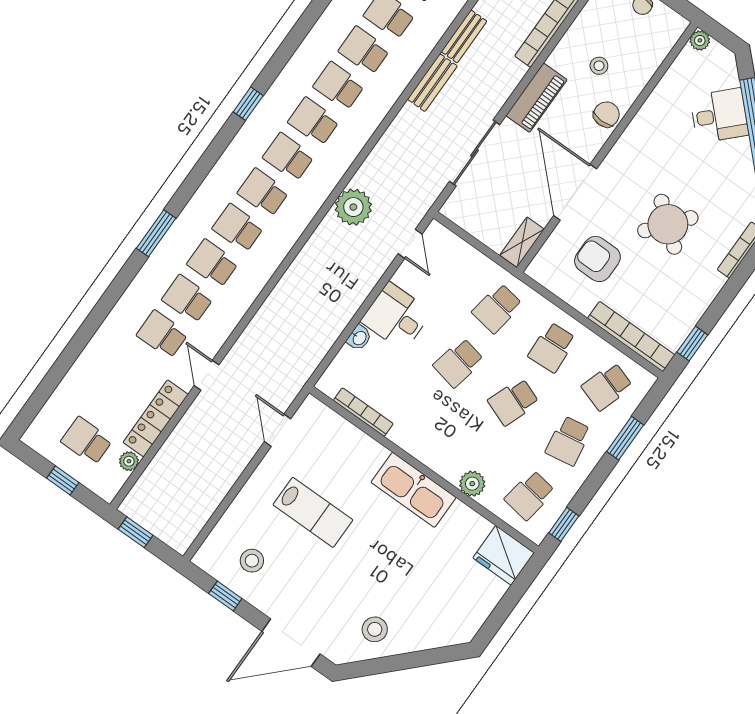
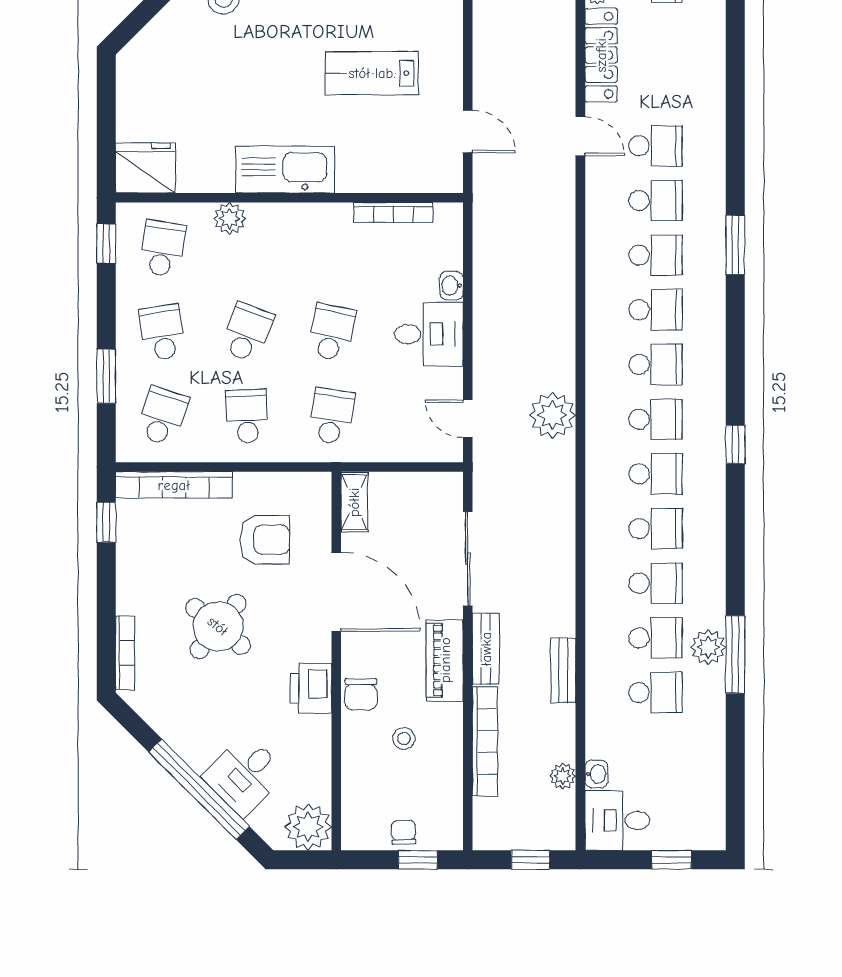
plant: (700, 40) -> (308, 827), width x1.87, depth x1.87
bench: (432, 83) -> (486, 649), moved
printer: (636, 141) -> (311, 688), added

